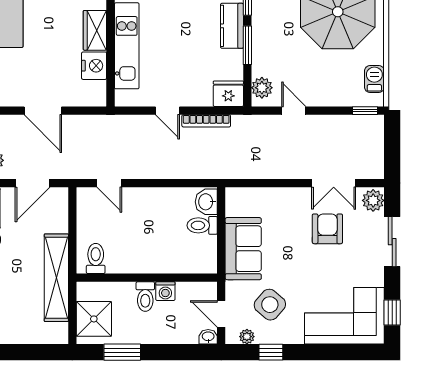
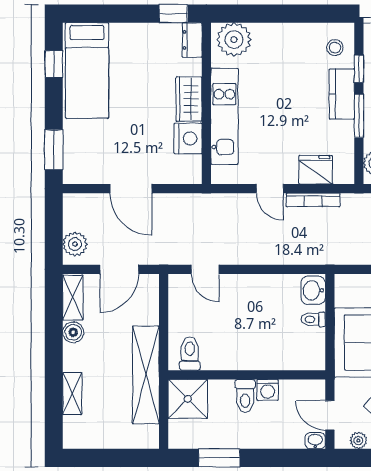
fridge: (228, 94) -> (316, 170), moved
toilet: (202, 225) -> (313, 319), width x0.73, depth x0.72
shower: (94, 319) -> (188, 399), moved

